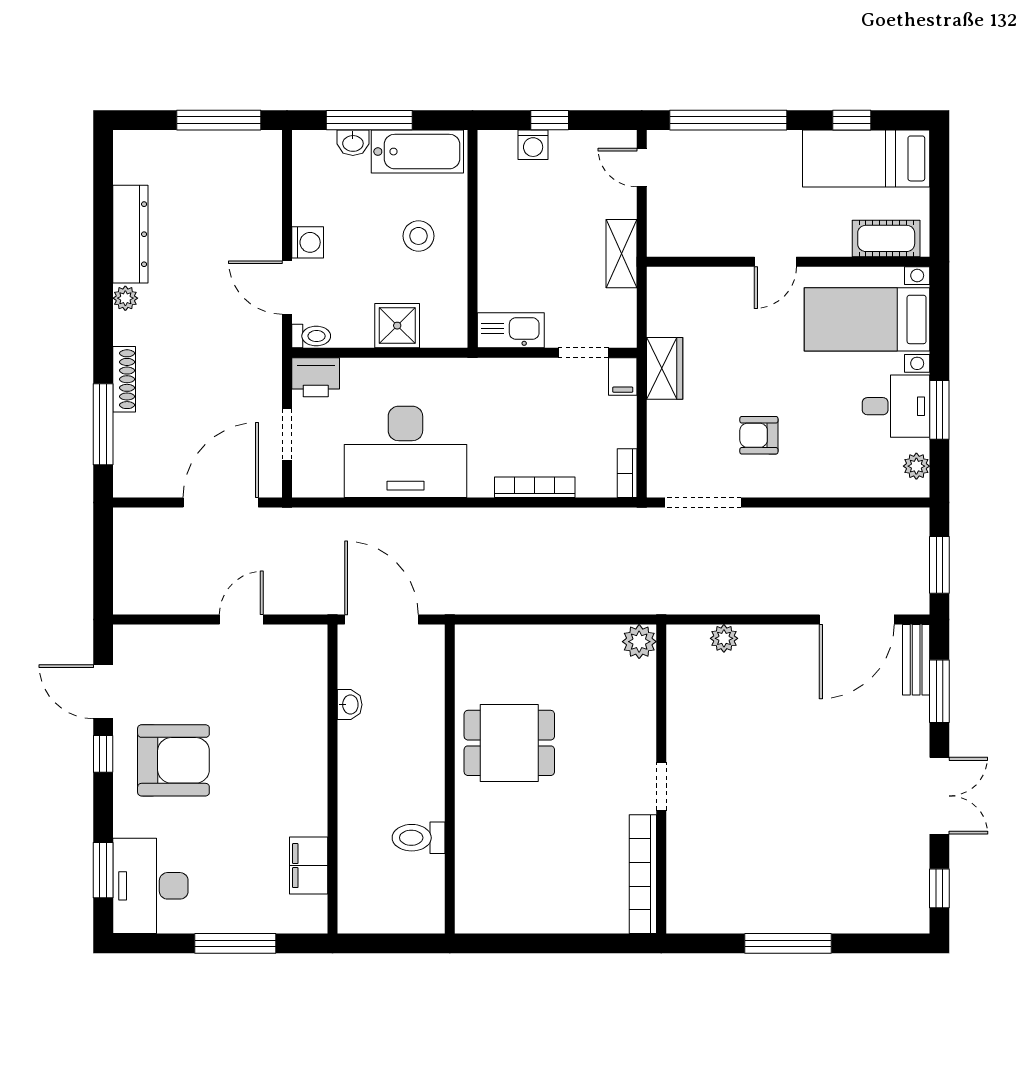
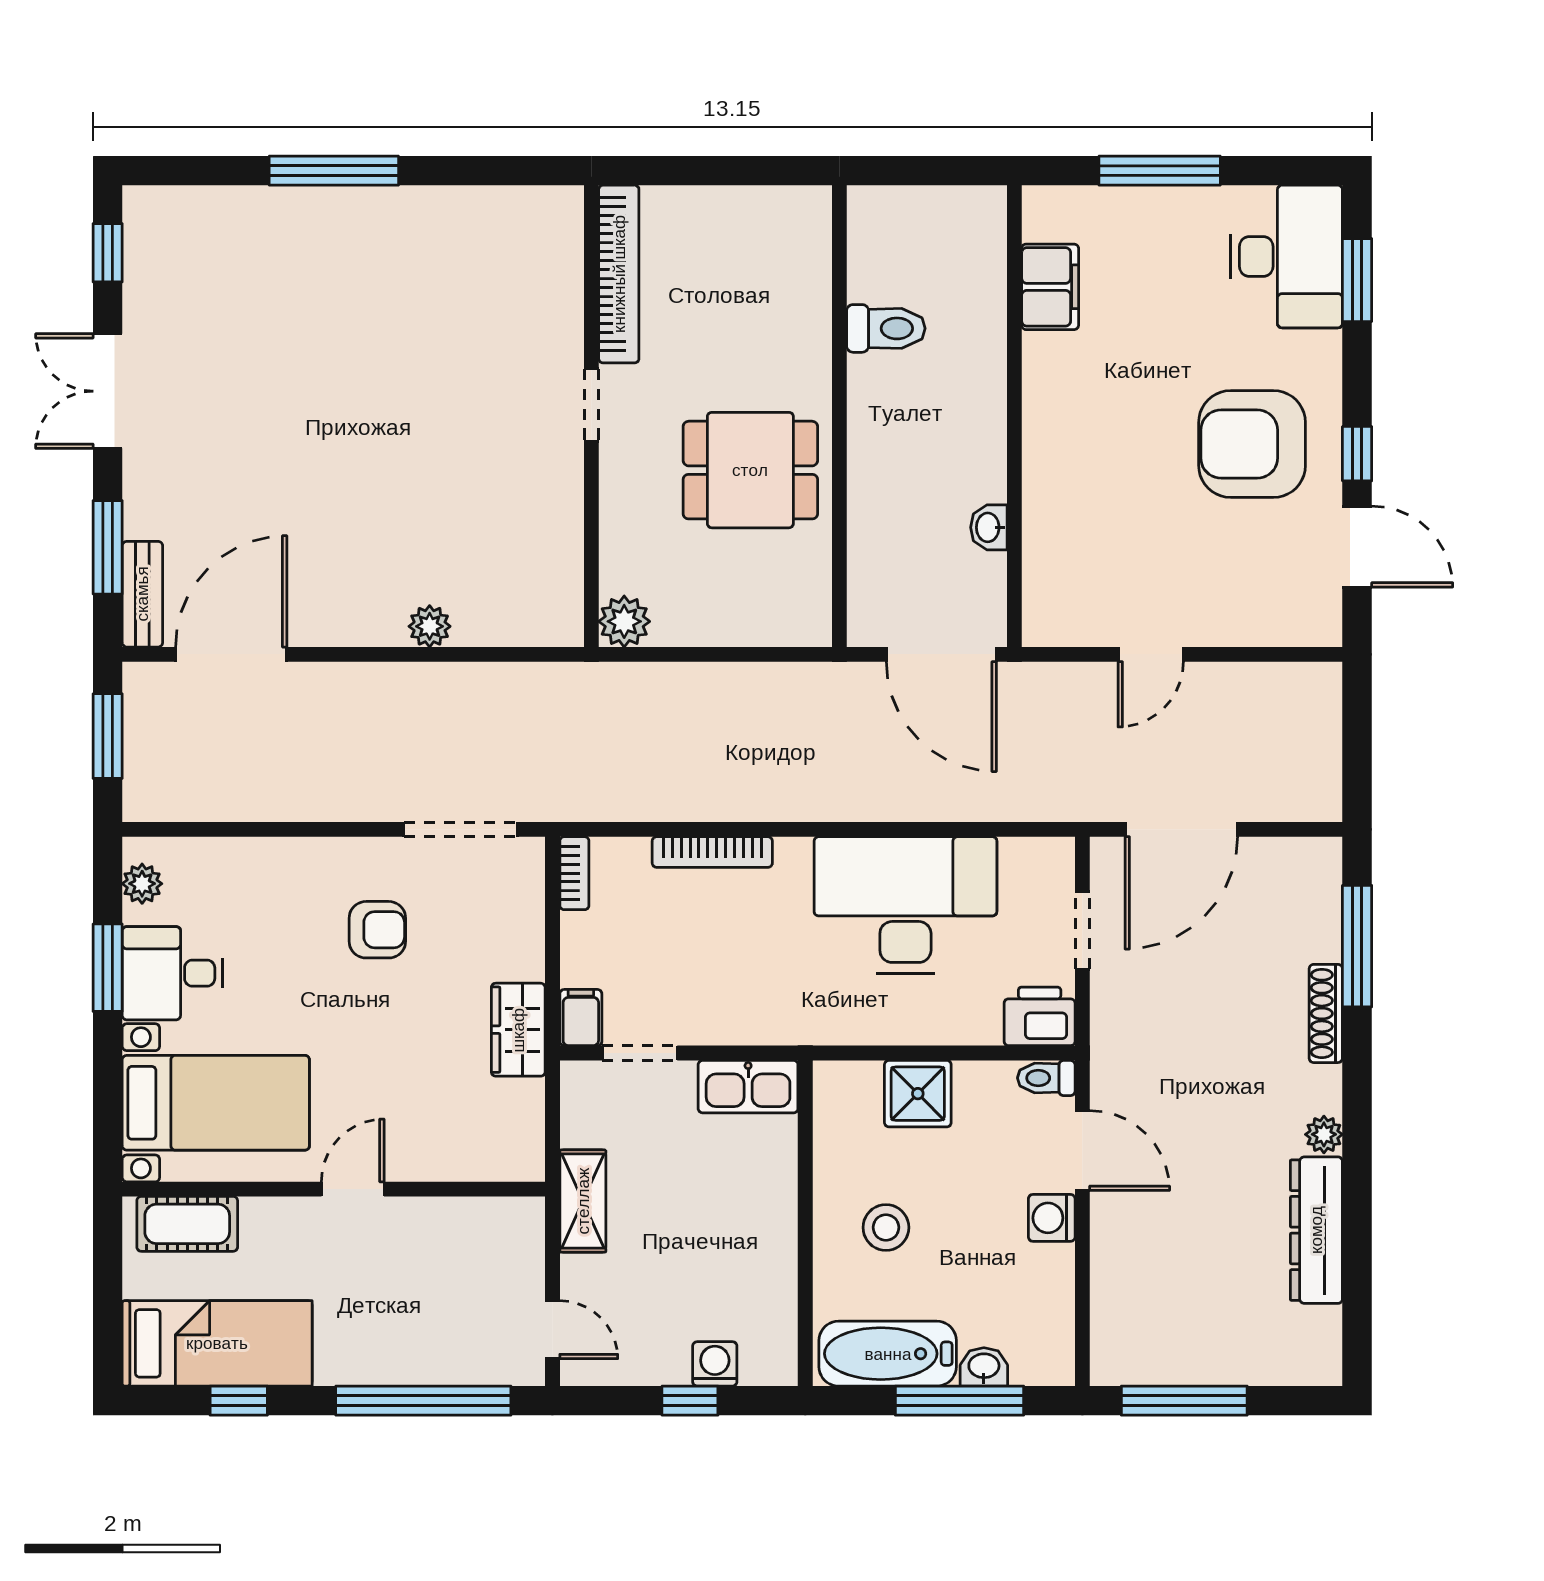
plant: (639, 642) -> (624, 621), moved
wall: (661, 779) -> (591, 416), moved
doorway: (661, 786) -> (591, 405), moved
bookcase: (643, 874) -> (619, 274), moved

